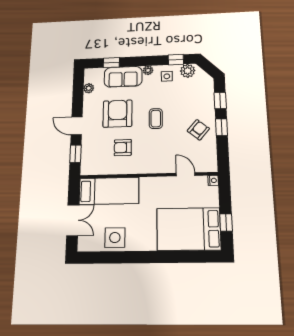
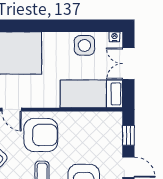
armchair: (123, 148) -> (41, 135), moved, width x1.88, depth x1.88
nightstand: (85, 247) -> (114, 37), added

